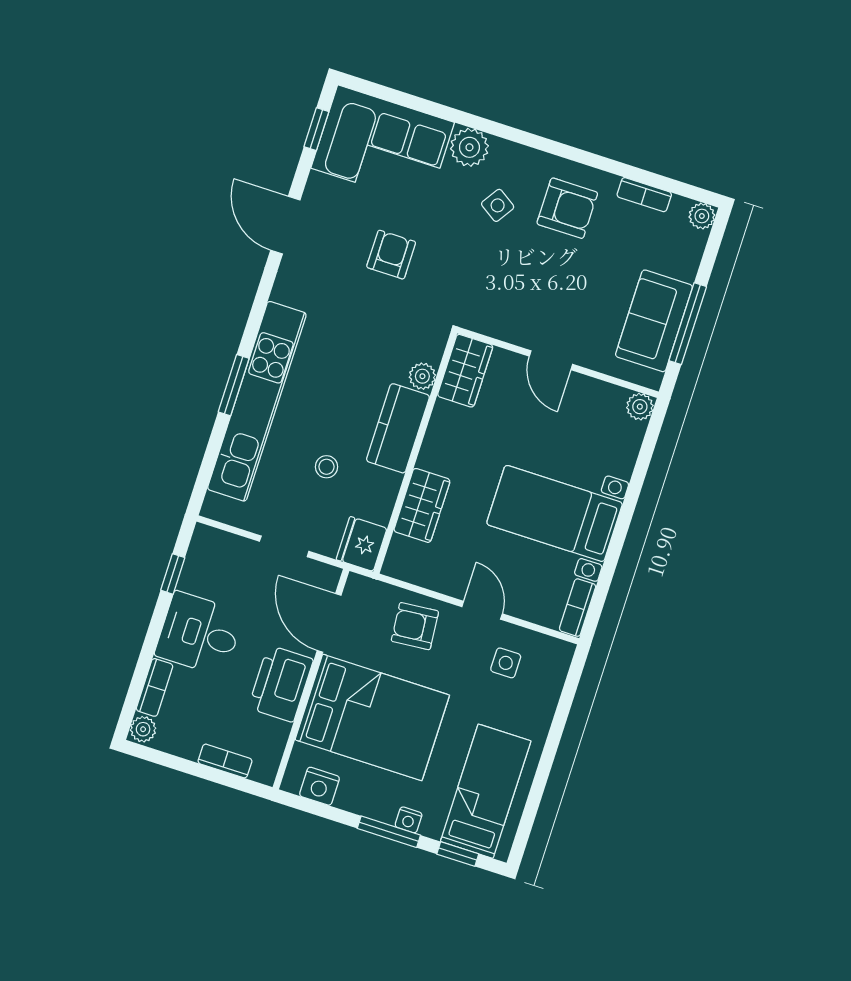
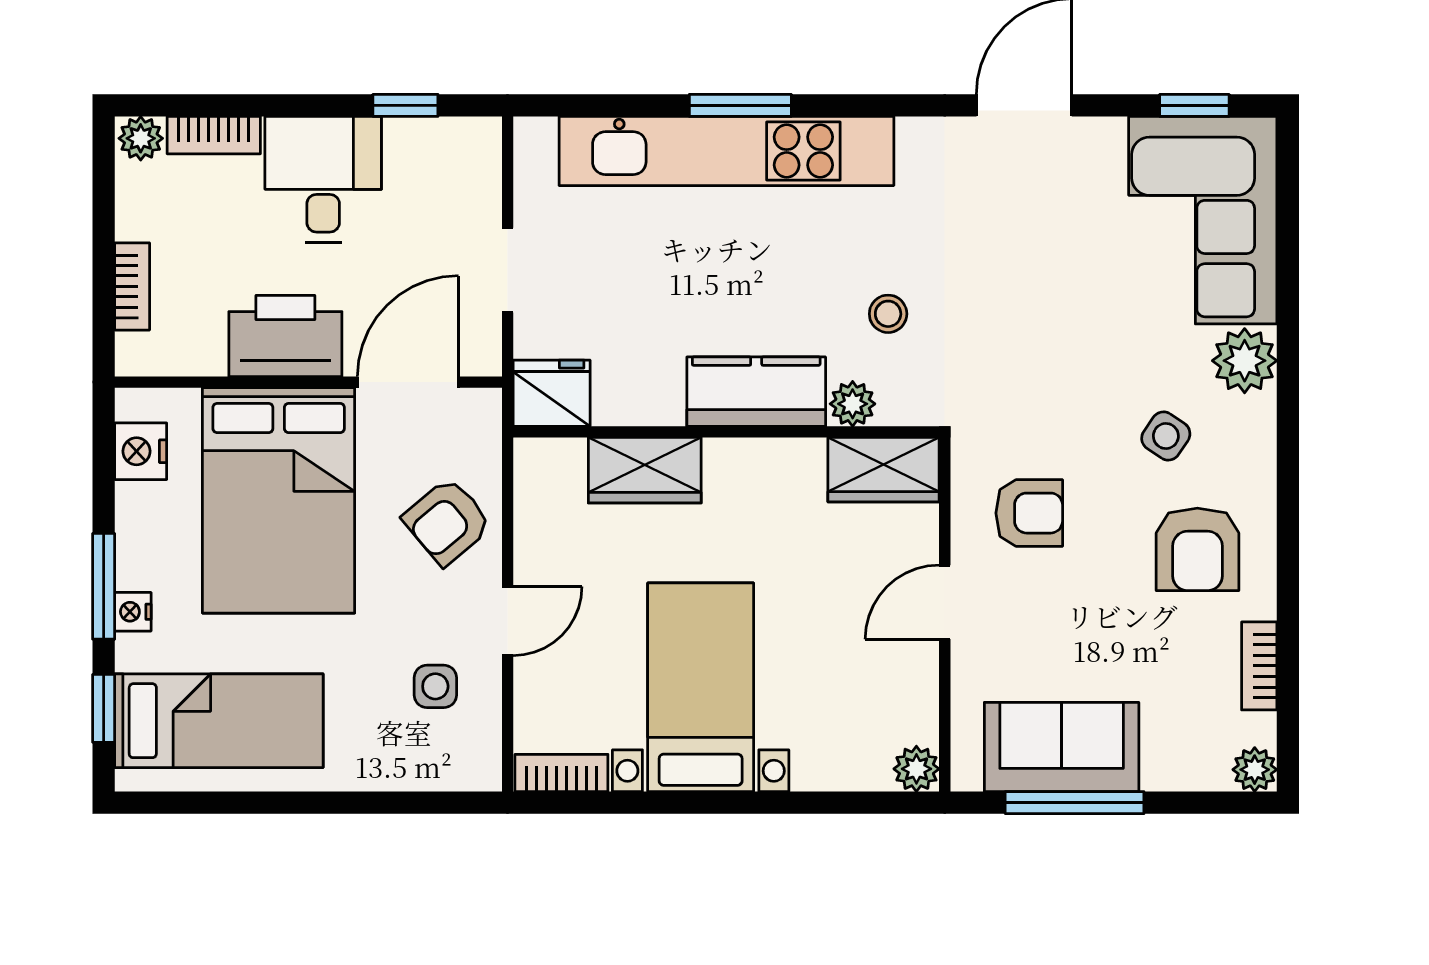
armchair: (391, 255) -> (1029, 513), moved
stool: (326, 467) -> (888, 314), moved
armchair: (415, 626) -> (447, 521), turned -125

